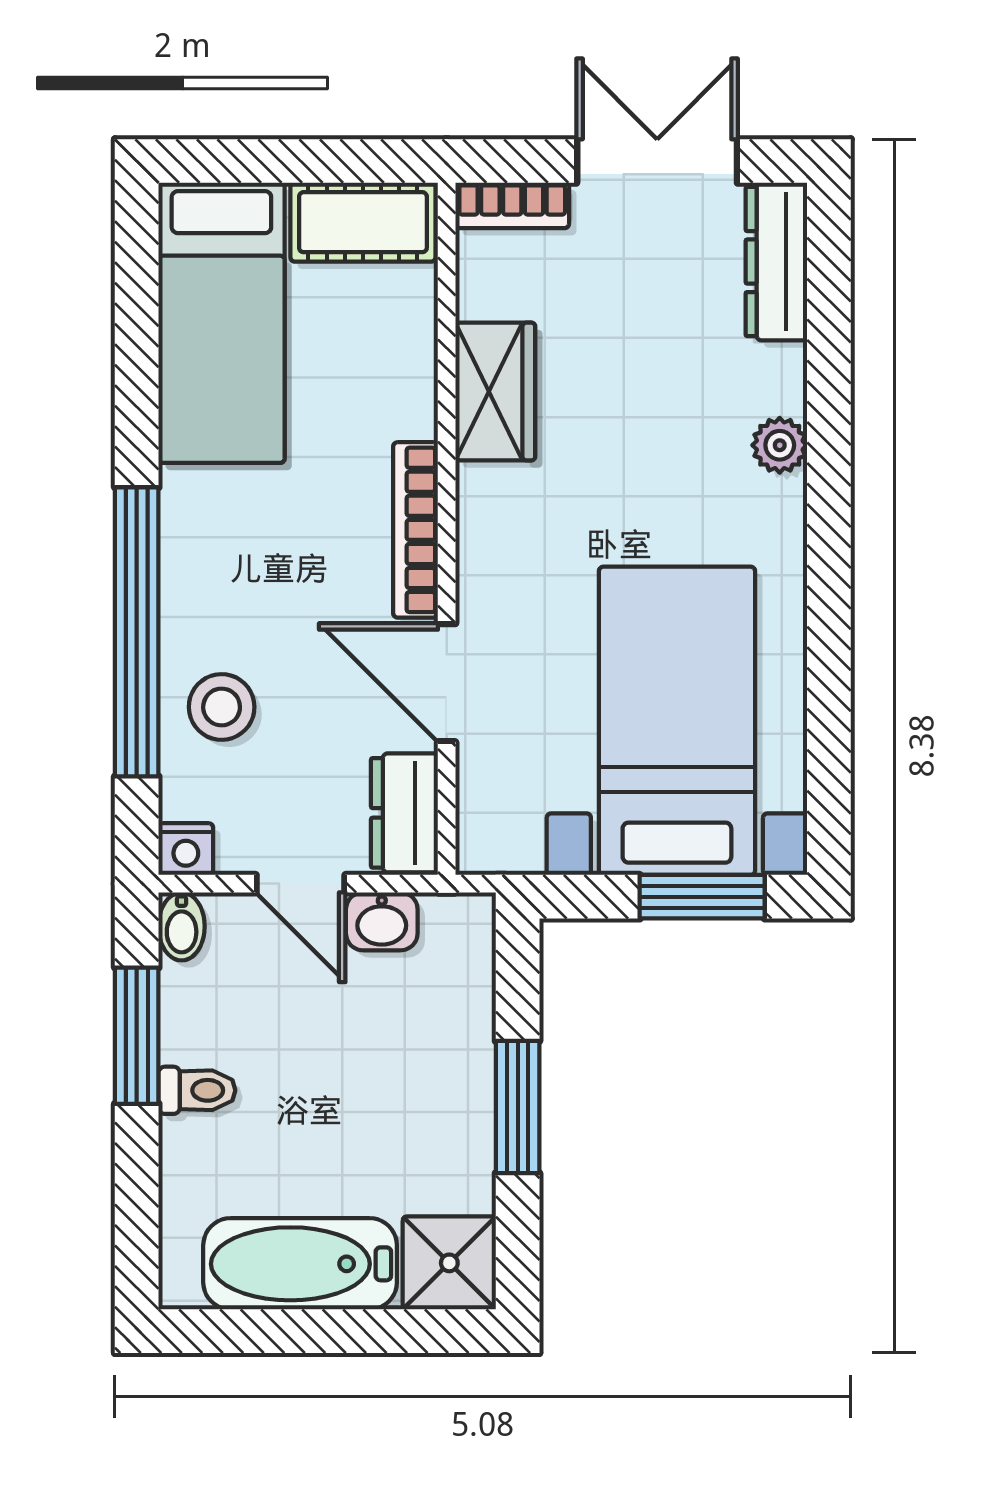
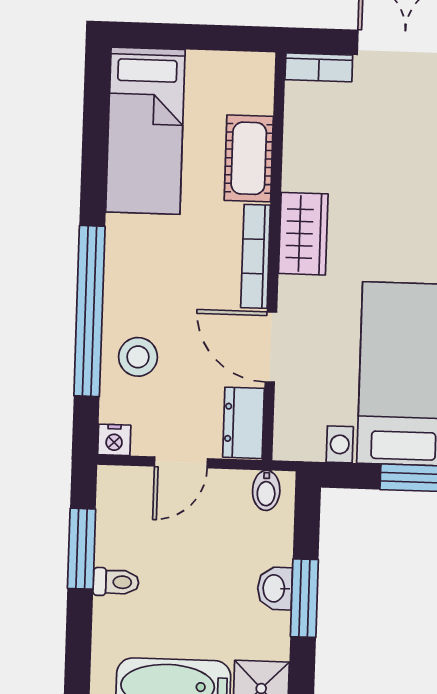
cot: (363, 222) -> (249, 158), moved, turned 90
wardrobe: (495, 392) -> (303, 234), moved
door: (301, 884) -> (181, 462), hinge flipped
washbasin: (382, 921) -> (275, 588), moved, turned 90
bidet: (182, 926) -> (266, 490), moved

